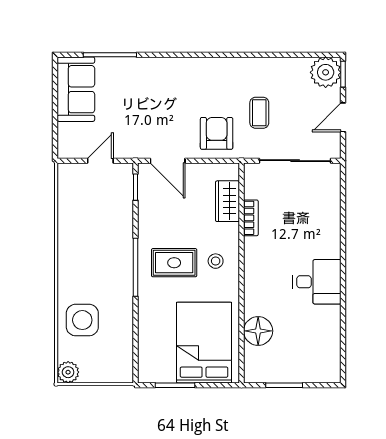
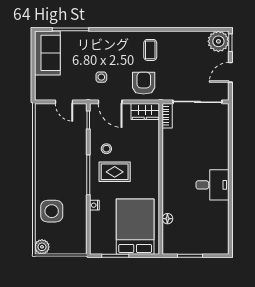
coffee table: (259, 113) -> (150, 50), moved
side table: (155, 125) -> (101, 77), added
door: (100, 161) -> (64, 102), swing flipped
wardrobe: (227, 201) -> (145, 111), moved, turned -90
bookcase: (251, 218) -> (167, 116), moved
stool: (216, 261) -> (106, 149), moved
nightstand: (145, 311) -> (94, 205), added
floor lamp: (258, 331) -> (167, 219), width x0.53, depth x0.53

